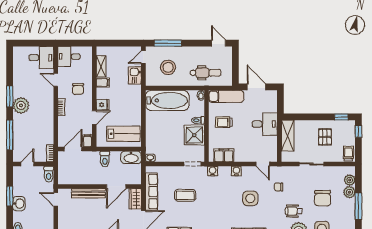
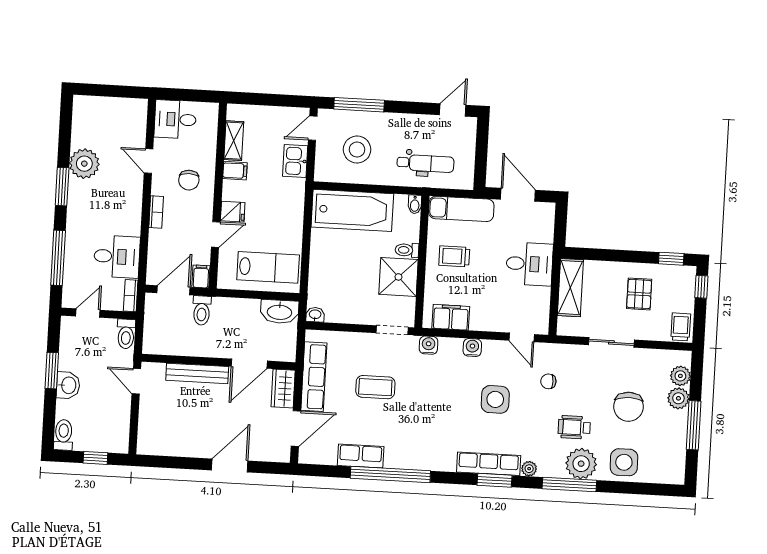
door: (219, 43) -> (453, 110), hinge flipped
desk: (41, 58) -> (117, 257), moved
plant: (21, 105) -> (84, 164), moved
toilet: (105, 159) -> (202, 310), moved

